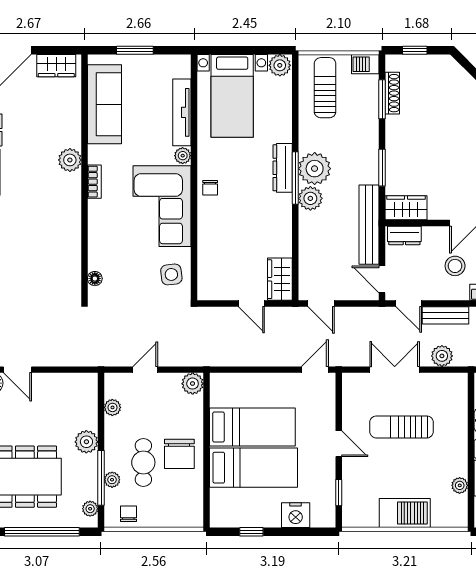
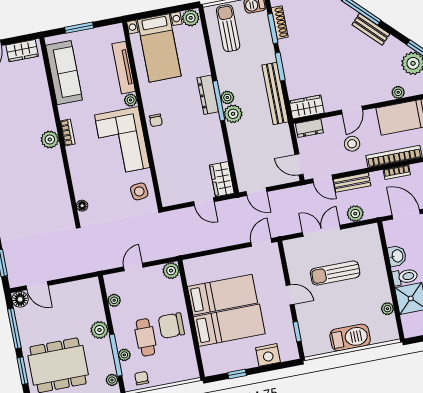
plant: (70, 160) -> (50, 139), moved
window: (382, 168) -> (280, 67), moved
plant: (315, 169) -> (227, 97), width x0.53, depth x0.53
bench: (369, 225) -> (275, 93), moved
chair: (179, 454) -> (171, 326), turned 90

